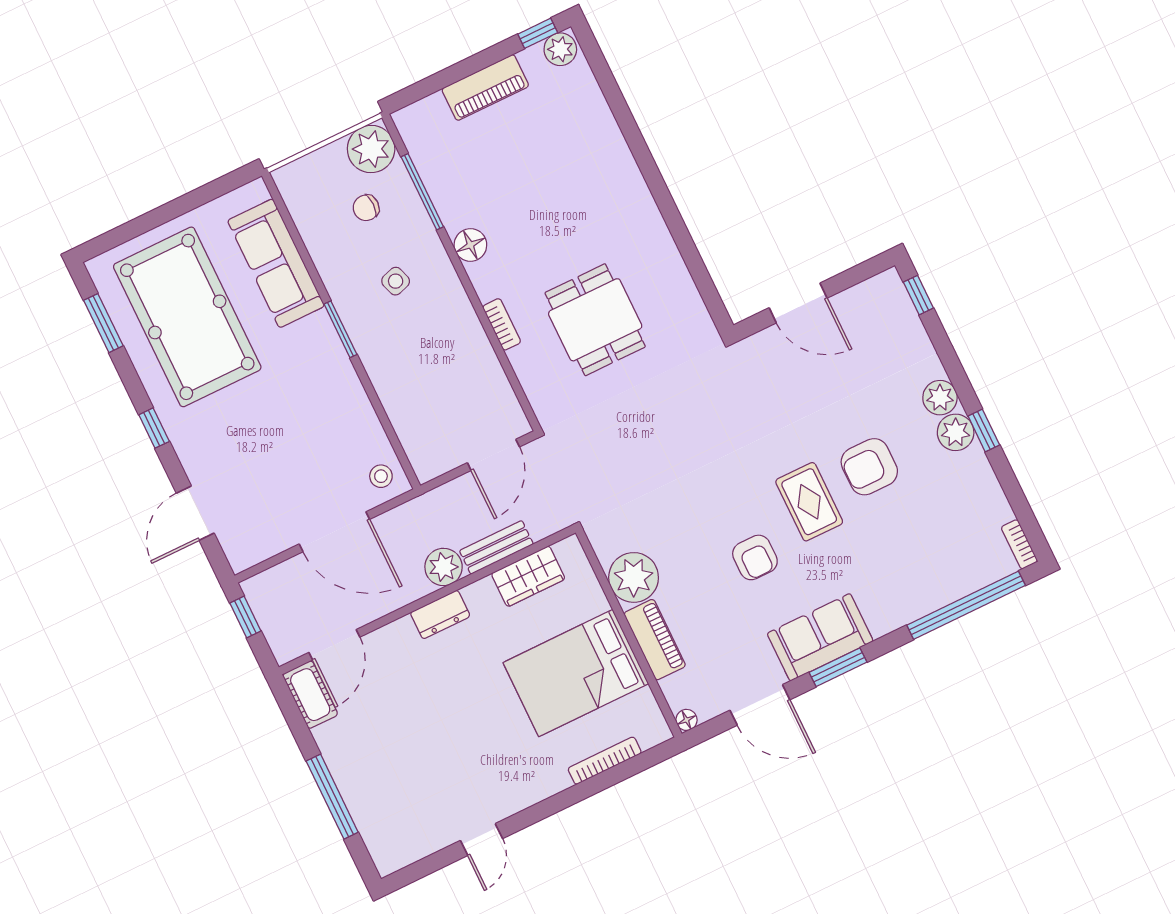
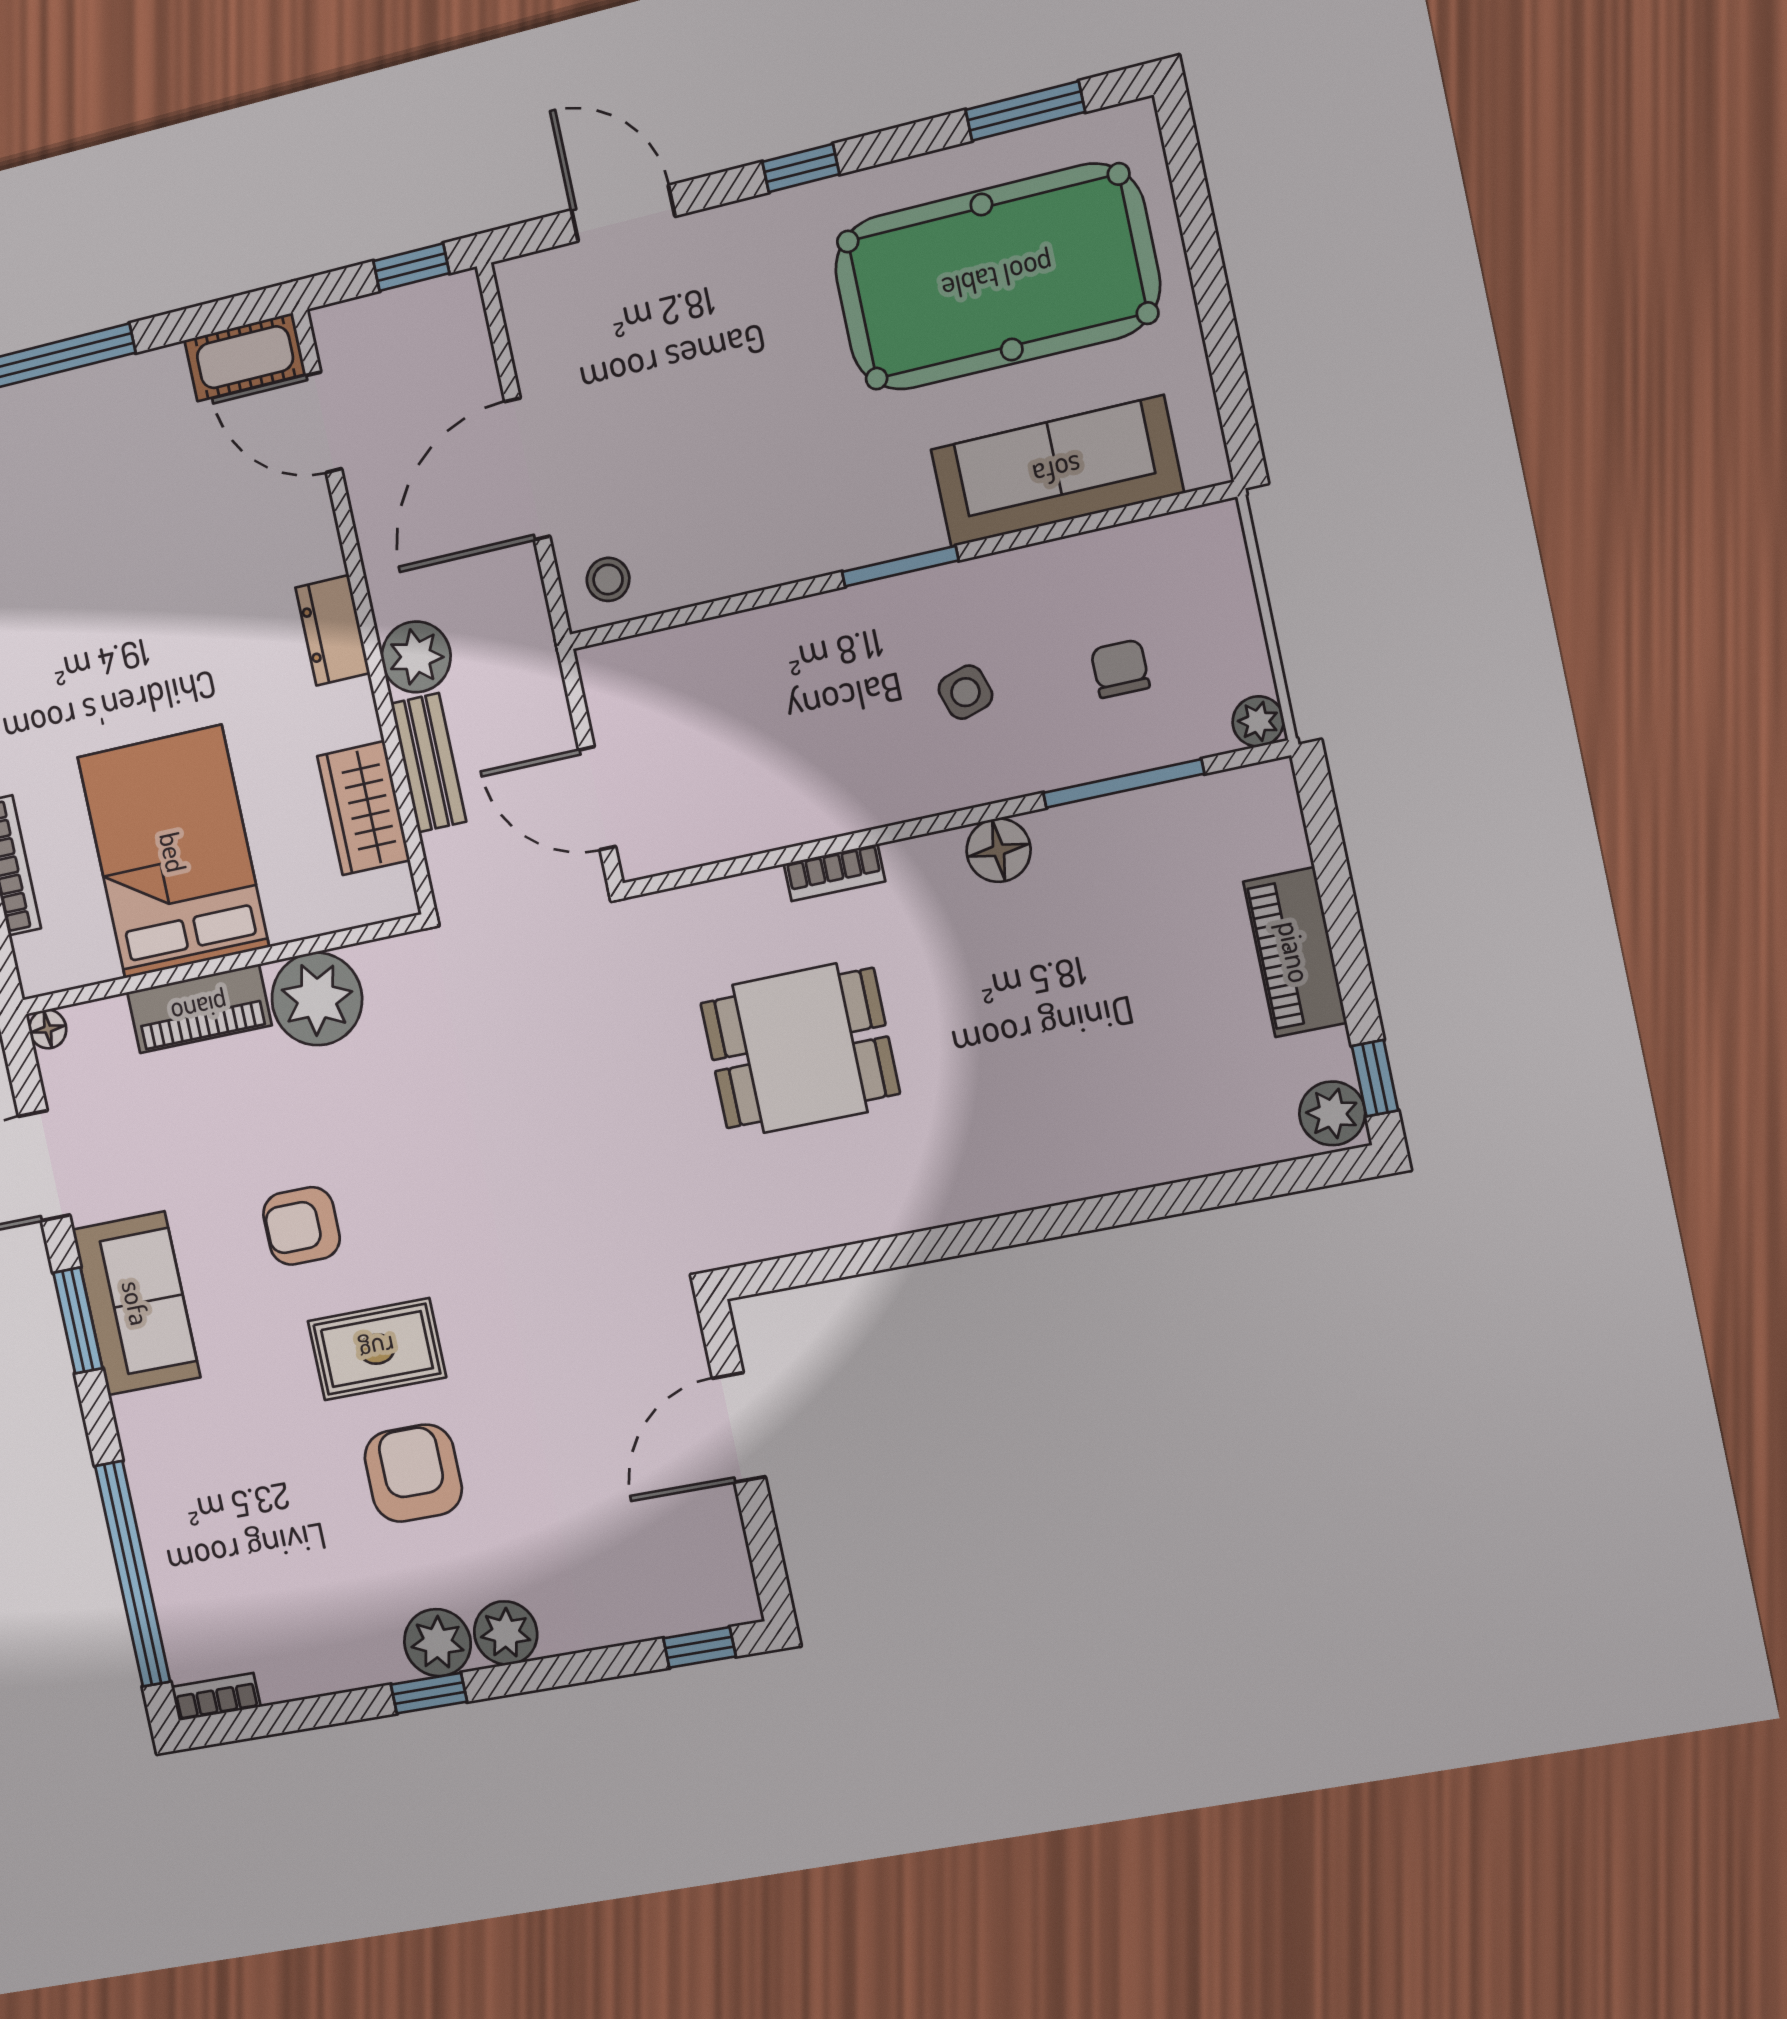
plant: (371, 149) -> (1258, 721), width x0.53, depth x0.53

